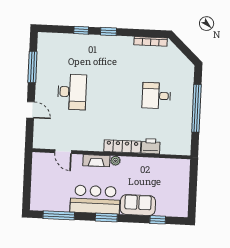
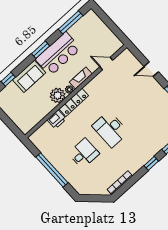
desk: (72, 92) -> (110, 129), moved
plant: (130, 165) -> (58, 95), added

